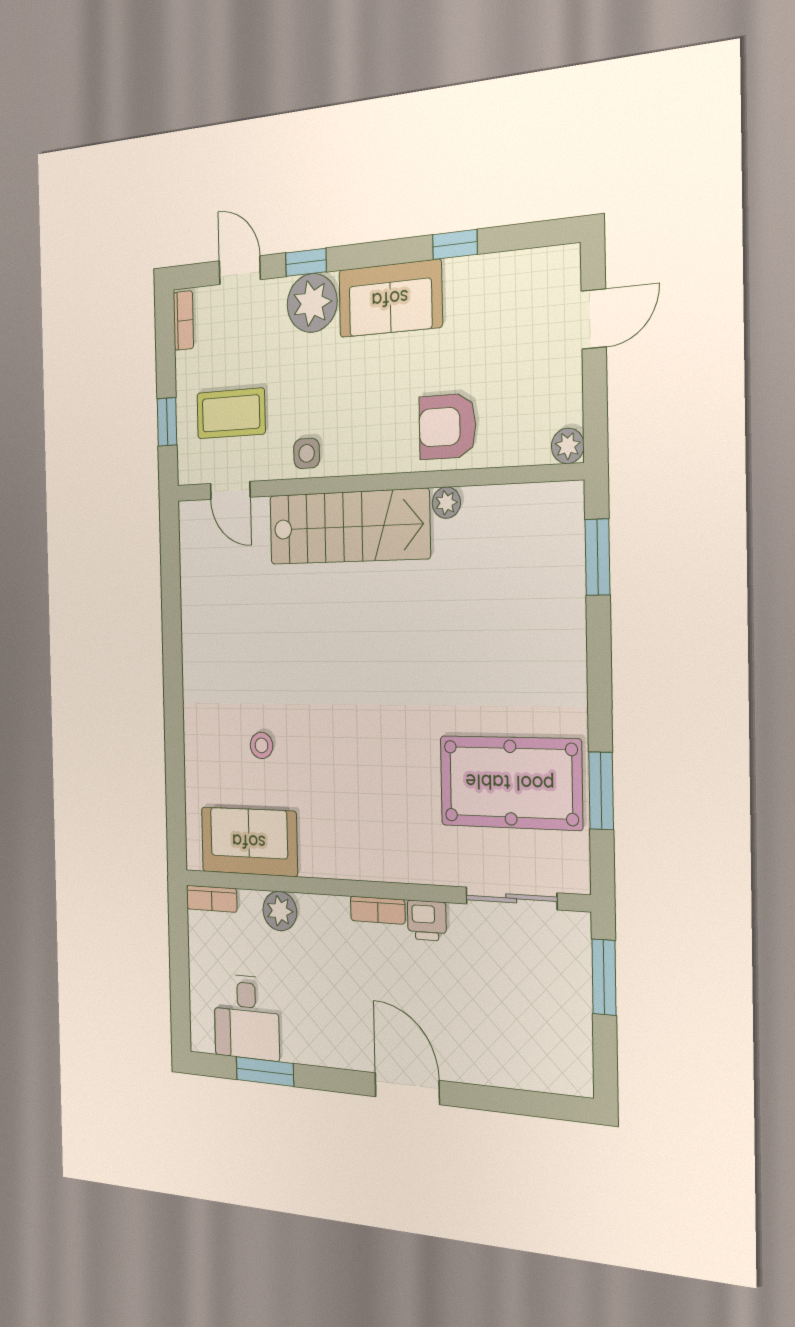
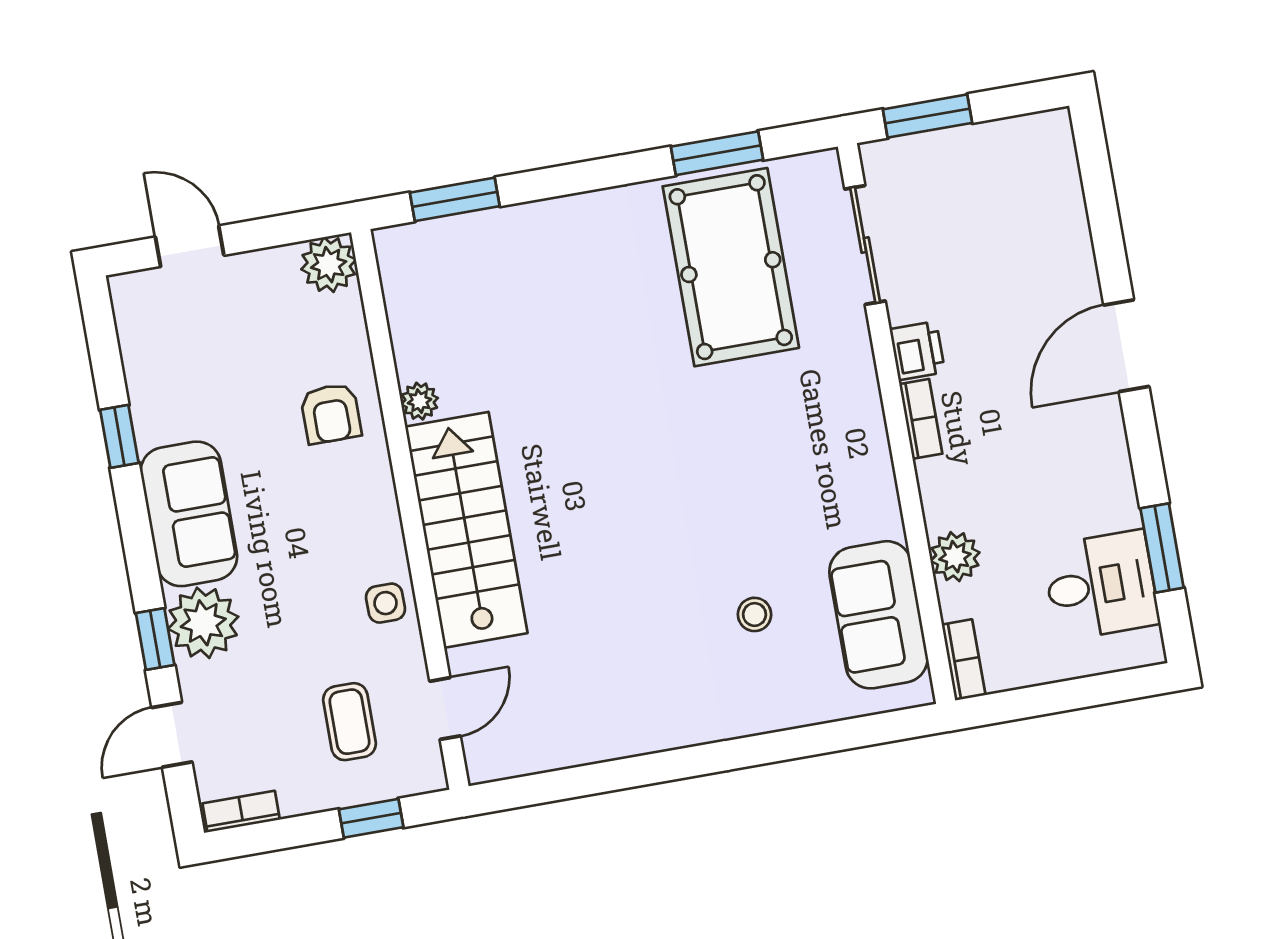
coffee table: (231, 413) -> (349, 722), width x0.73, depth x0.77
armchair: (447, 427) -> (331, 413), width x0.72, depth x0.72
plant: (568, 446) -> (329, 265), width x1.38, depth x1.38

